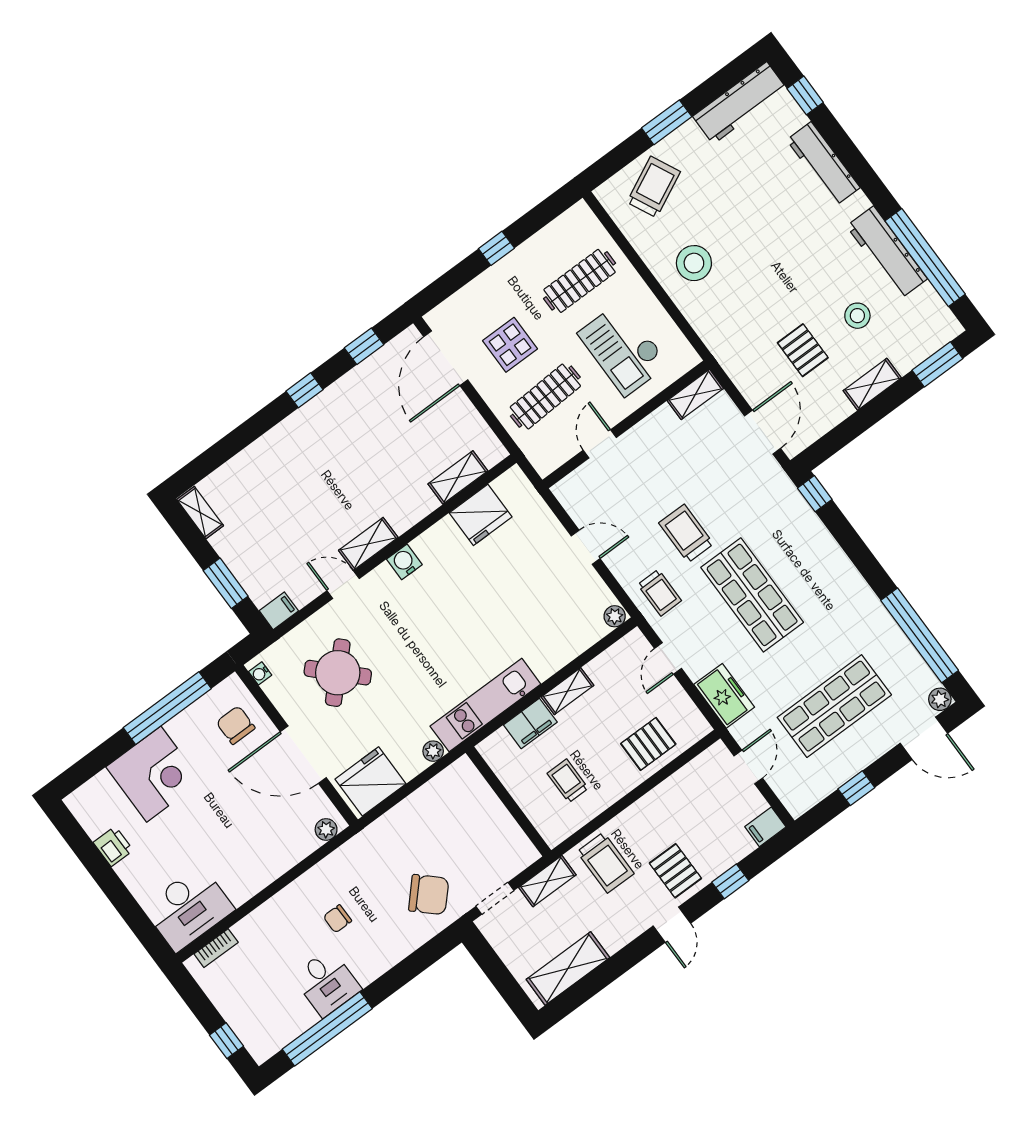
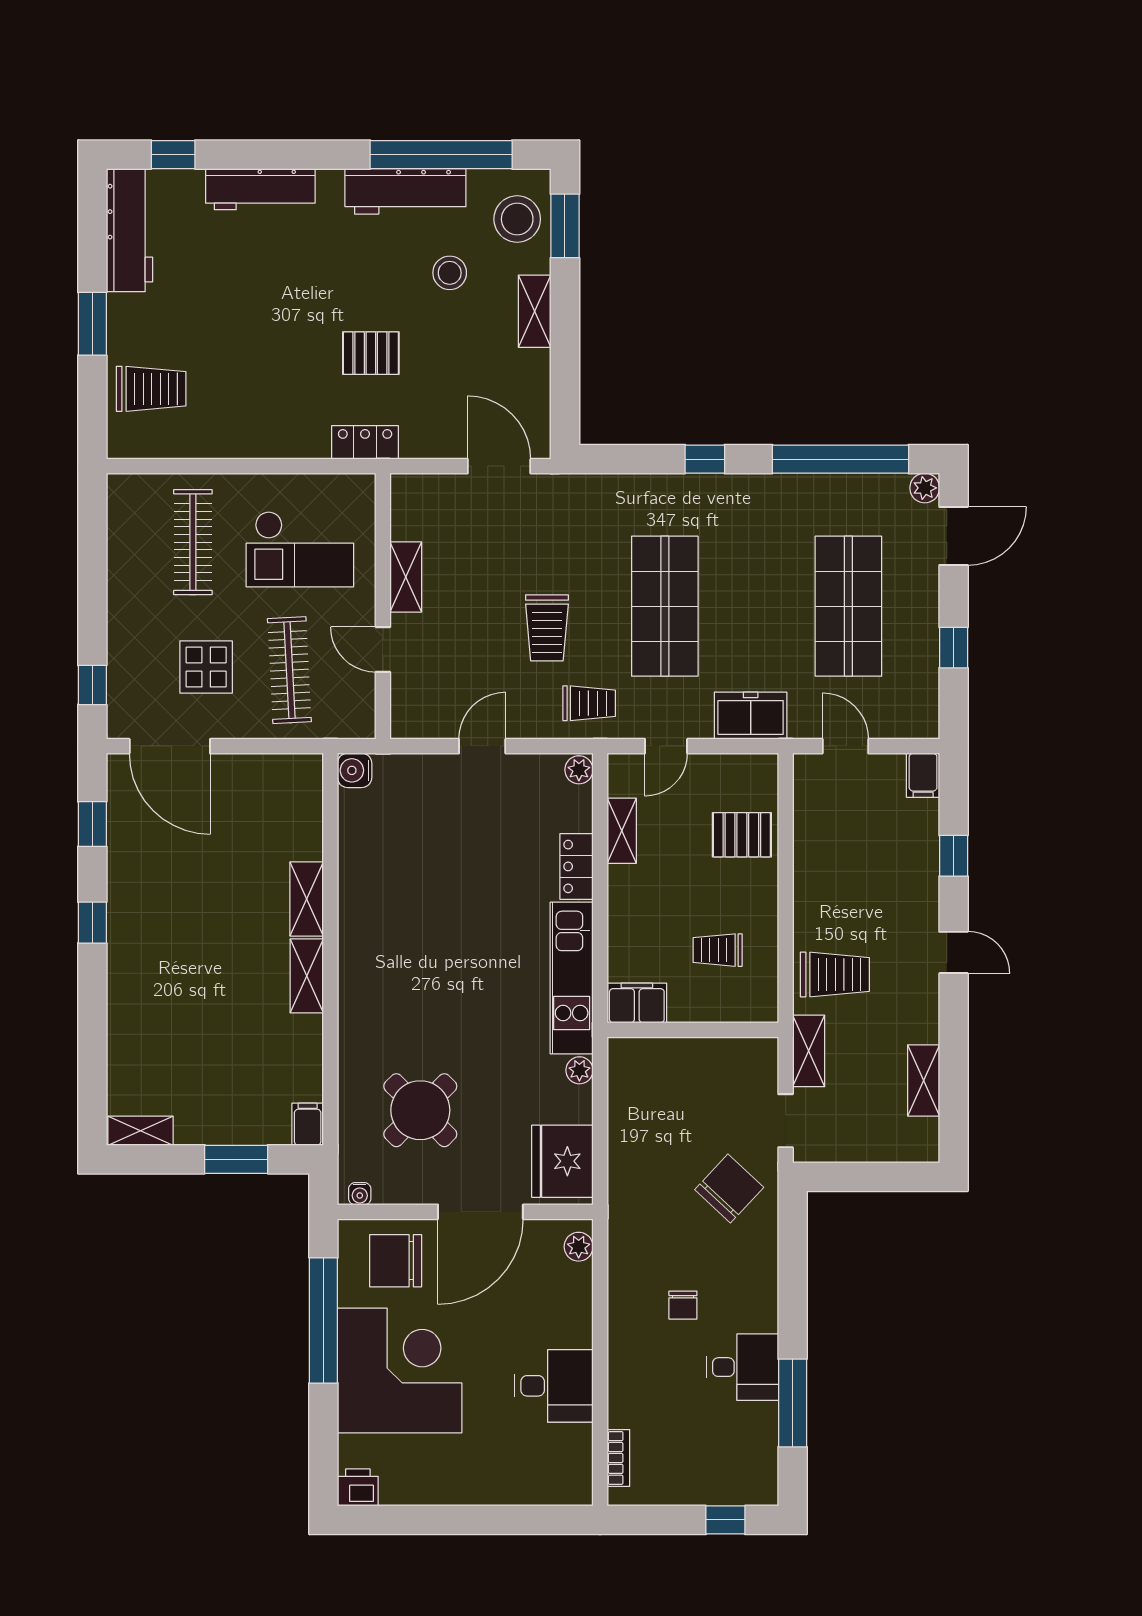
trolley: (654, 187) -> (151, 389), turned 116
window: (496, 248) -> (92, 685), moved
stool: (694, 263) -> (517, 219), moved
locker: (717, 340) -> (365, 442), added
pallet: (803, 350) -> (371, 353), moved
shelving: (695, 394) -> (406, 577), moved
shelving: (458, 477) -> (307, 899), moved
window: (815, 494) -> (705, 459), moved
fridge: (481, 515) -> (365, 833), removed
trolley: (686, 533) -> (547, 628), turned -90
water cooler: (404, 562) -> (355, 770), moved
door: (343, 585) -> (330, 1035), removed
shop shelf: (752, 595) -> (665, 606), turned 90
locker: (555, 658) -> (576, 866), added
door: (668, 658) -> (666, 746), hinge flipped
shelving: (567, 691) -> (622, 831), moved
filing cabinet: (530, 724) -> (637, 1003), moved, turned -90
chair: (236, 725) -> (396, 1261), width x1.37, depth x1.37
pallet: (648, 744) -> (742, 835), turned 90
corner desk: (154, 774) -> (400, 1370), width x1.36, depth x1.36
printer: (113, 846) -> (358, 1487), moved
pallet: (675, 871) -> (899, 906), removed
desk: (188, 908) -> (554, 1386), moved, width x0.73
shelving: (568, 968) -> (924, 1080), width x0.67, depth x0.75
window: (327, 1029) -> (793, 1403), width x0.68

